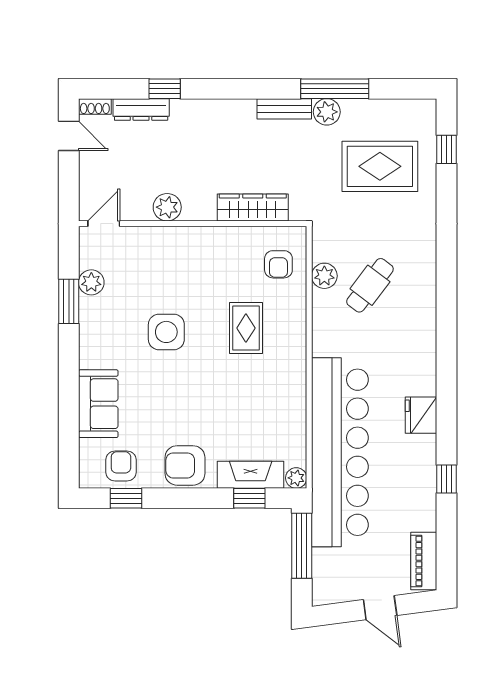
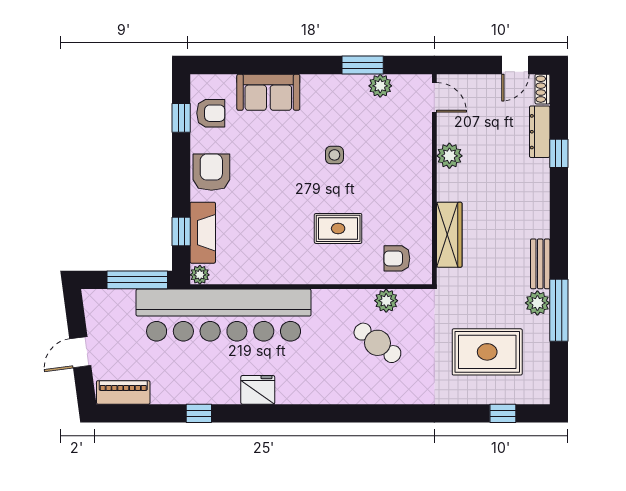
rug: (380, 166) -> (487, 352), turned 90
side table: (166, 332) -> (334, 155), width x0.54, depth x0.54

